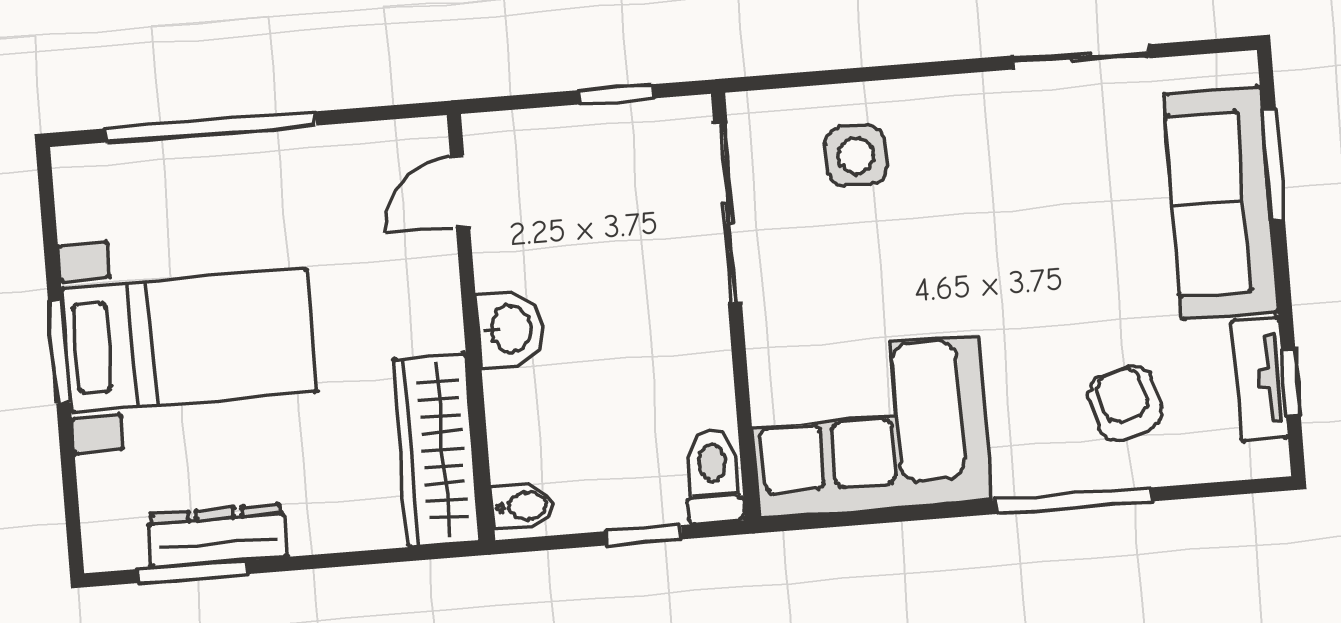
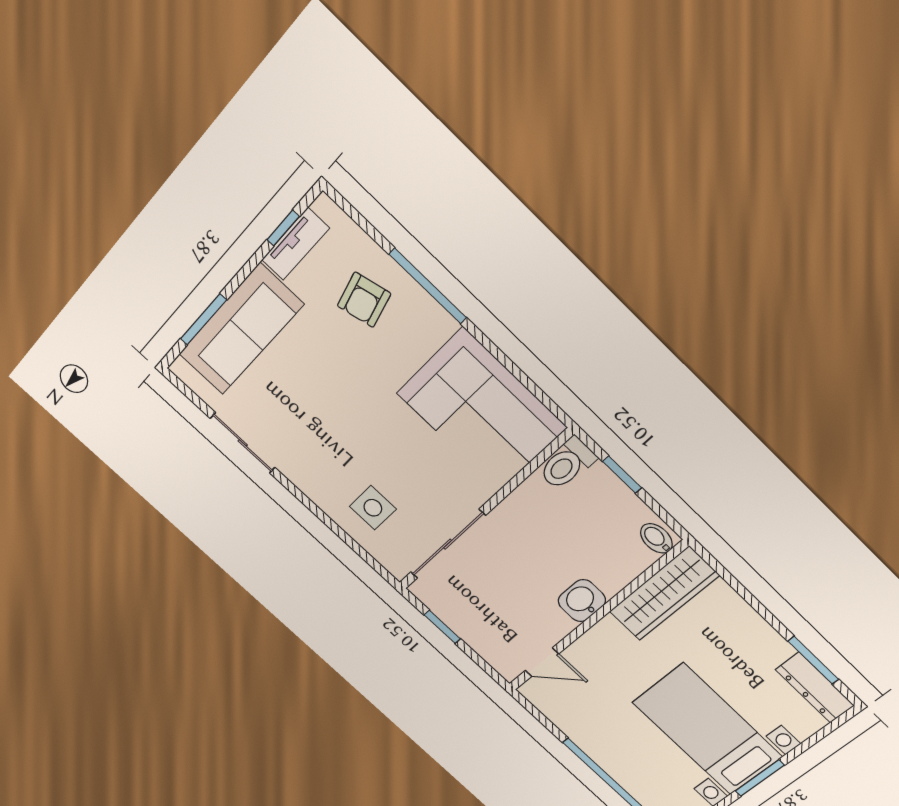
dresser: (217, 536) -> (815, 688), moved

